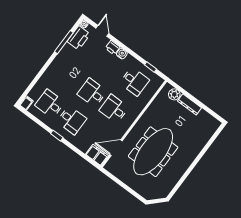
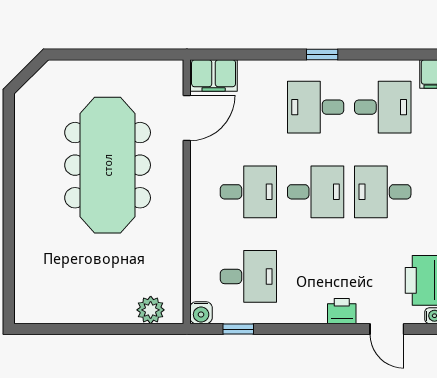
water cooler: (122, 54) -> (201, 313), moved
desk: (70, 76) -> (383, 192), added
desk: (134, 81) -> (248, 276), turned 180
dresser: (189, 104) -> (106, 313), removed

